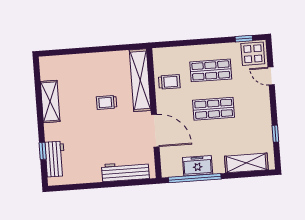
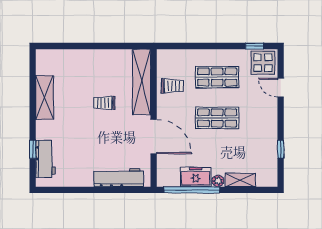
shelving: (246, 163) -> (240, 180), width x0.67, depth x0.75
plant: (219, 168) -> (218, 181), added

